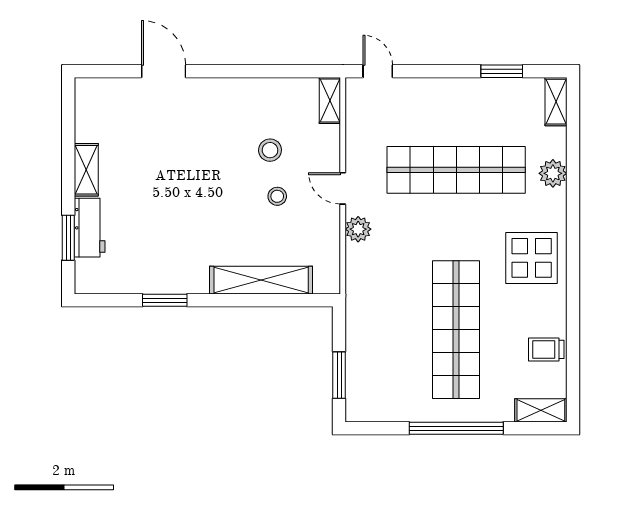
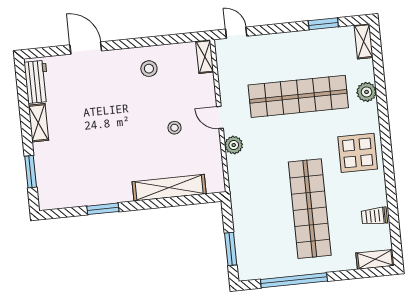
stool: (270, 150) -> (149, 69), moved
workbench: (90, 228) -> (37, 82), moved
window: (456, 428) -> (294, 280), moved

